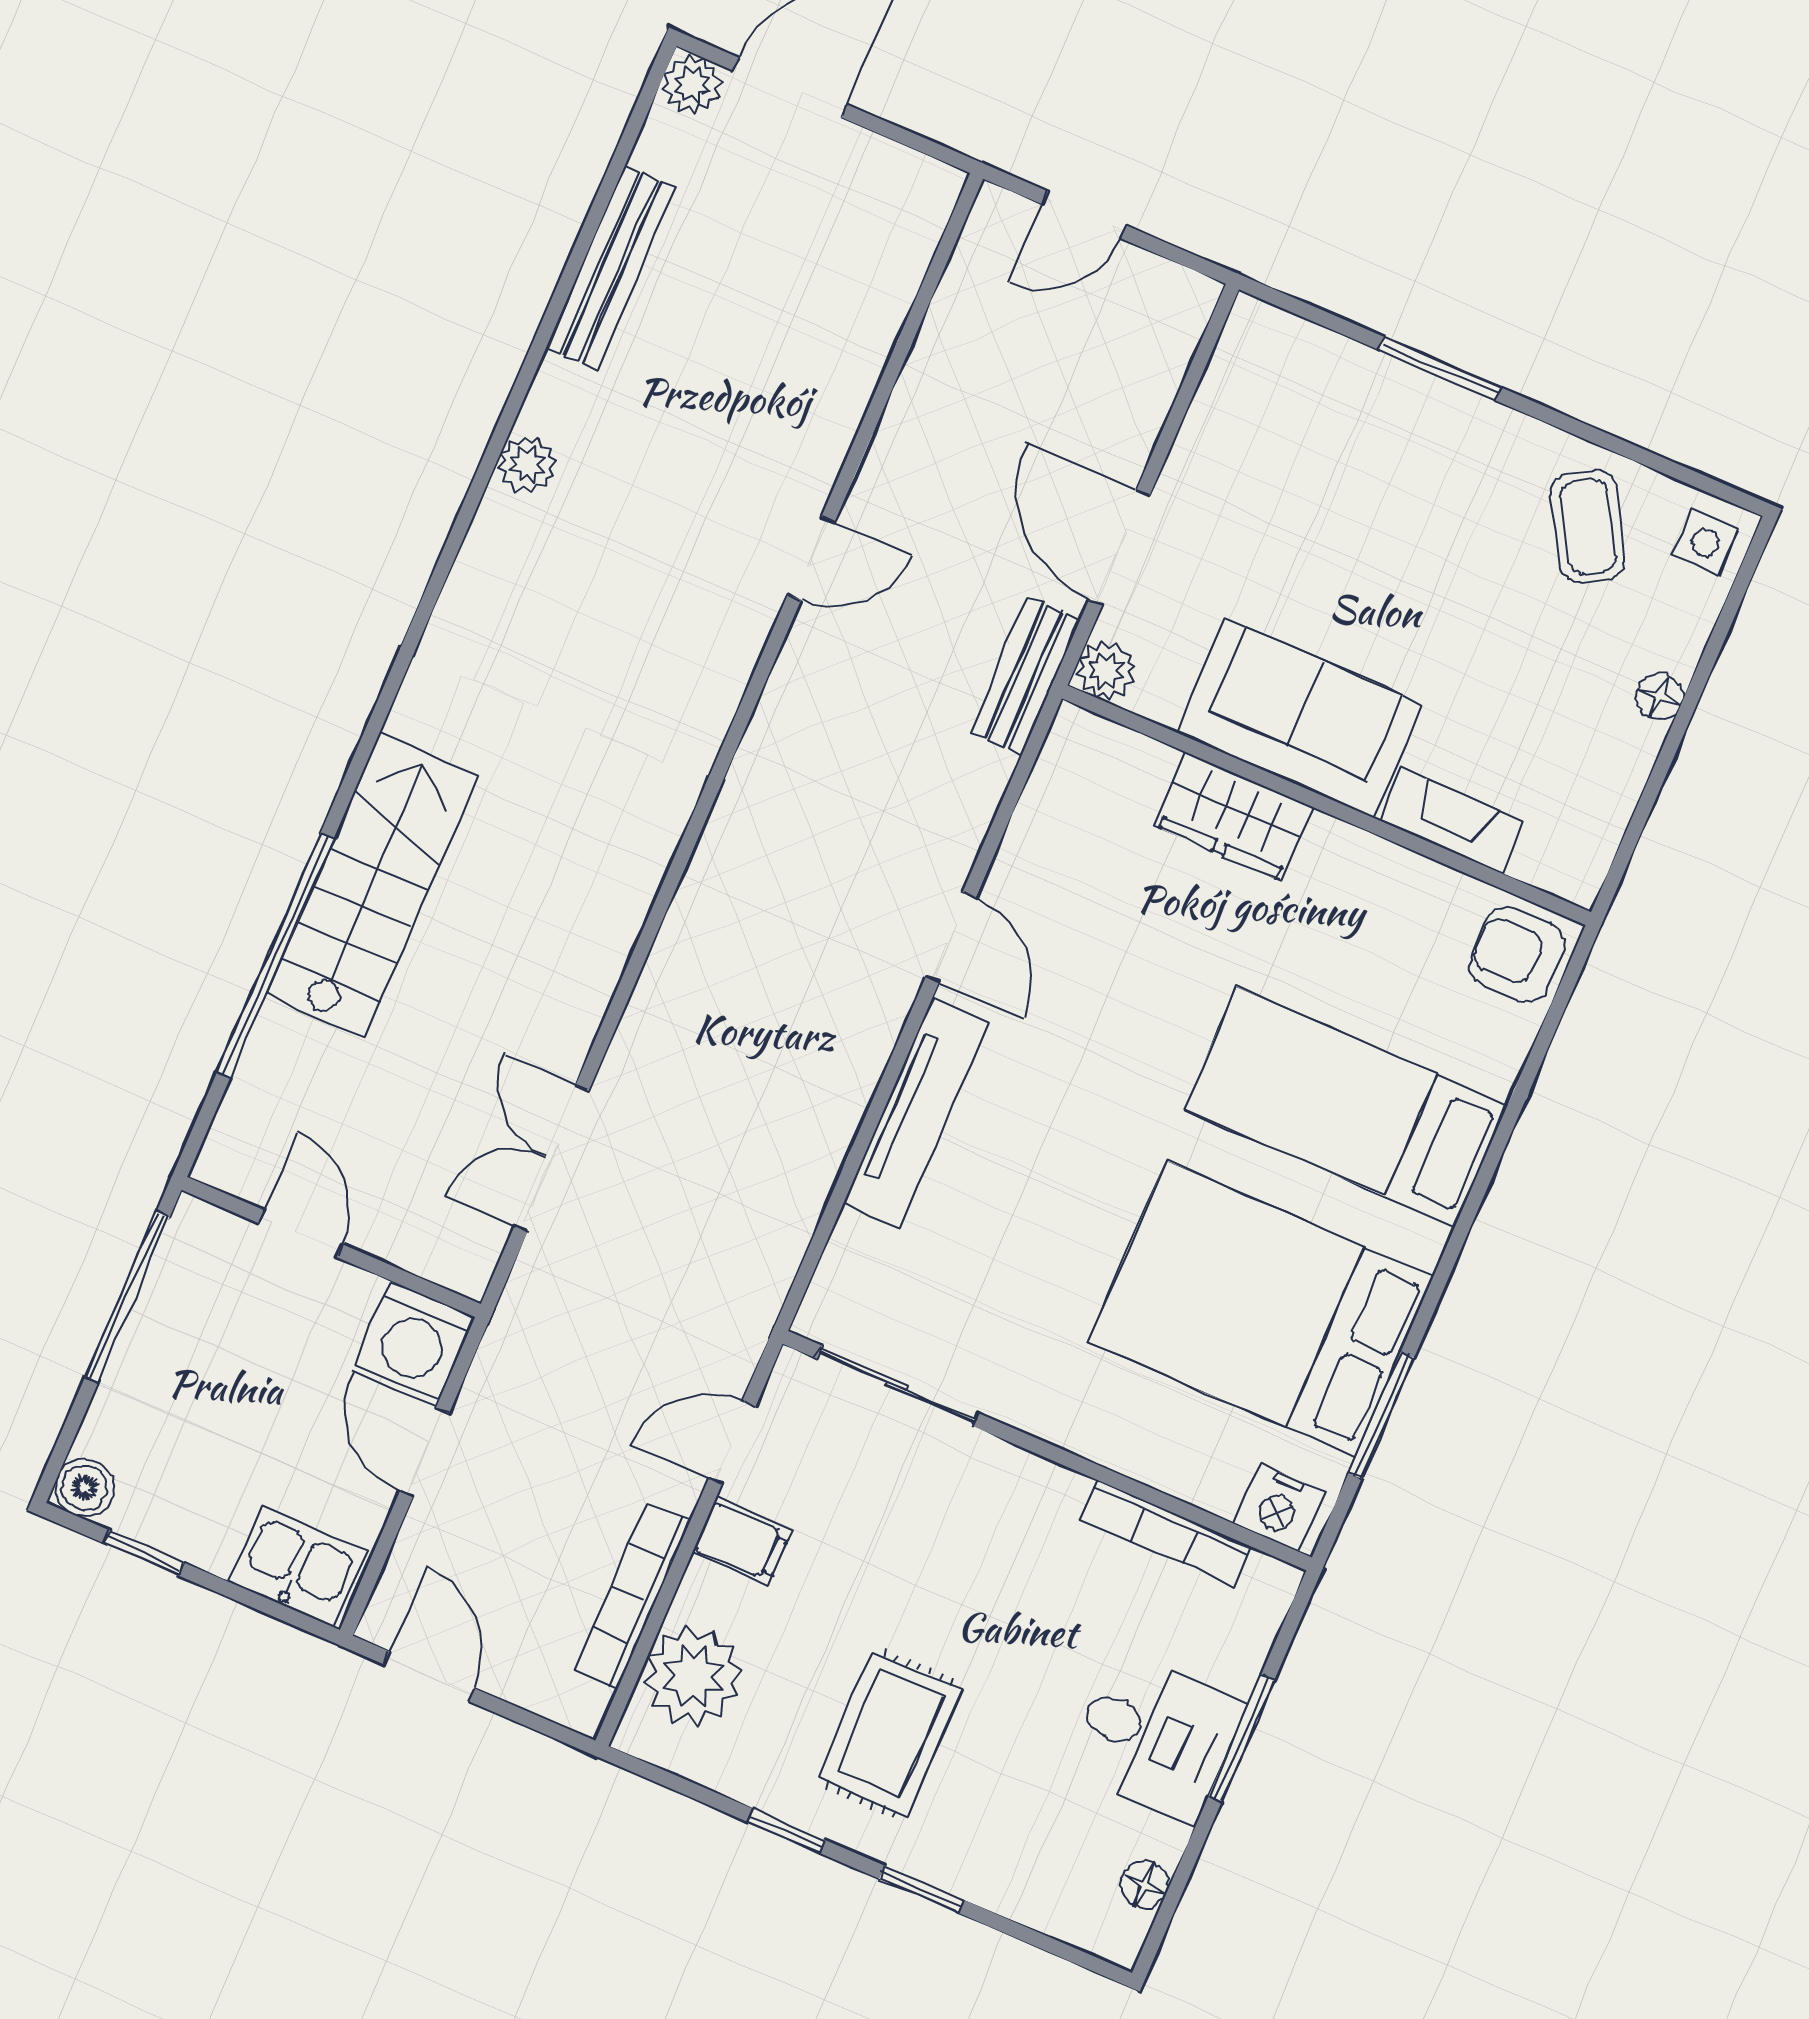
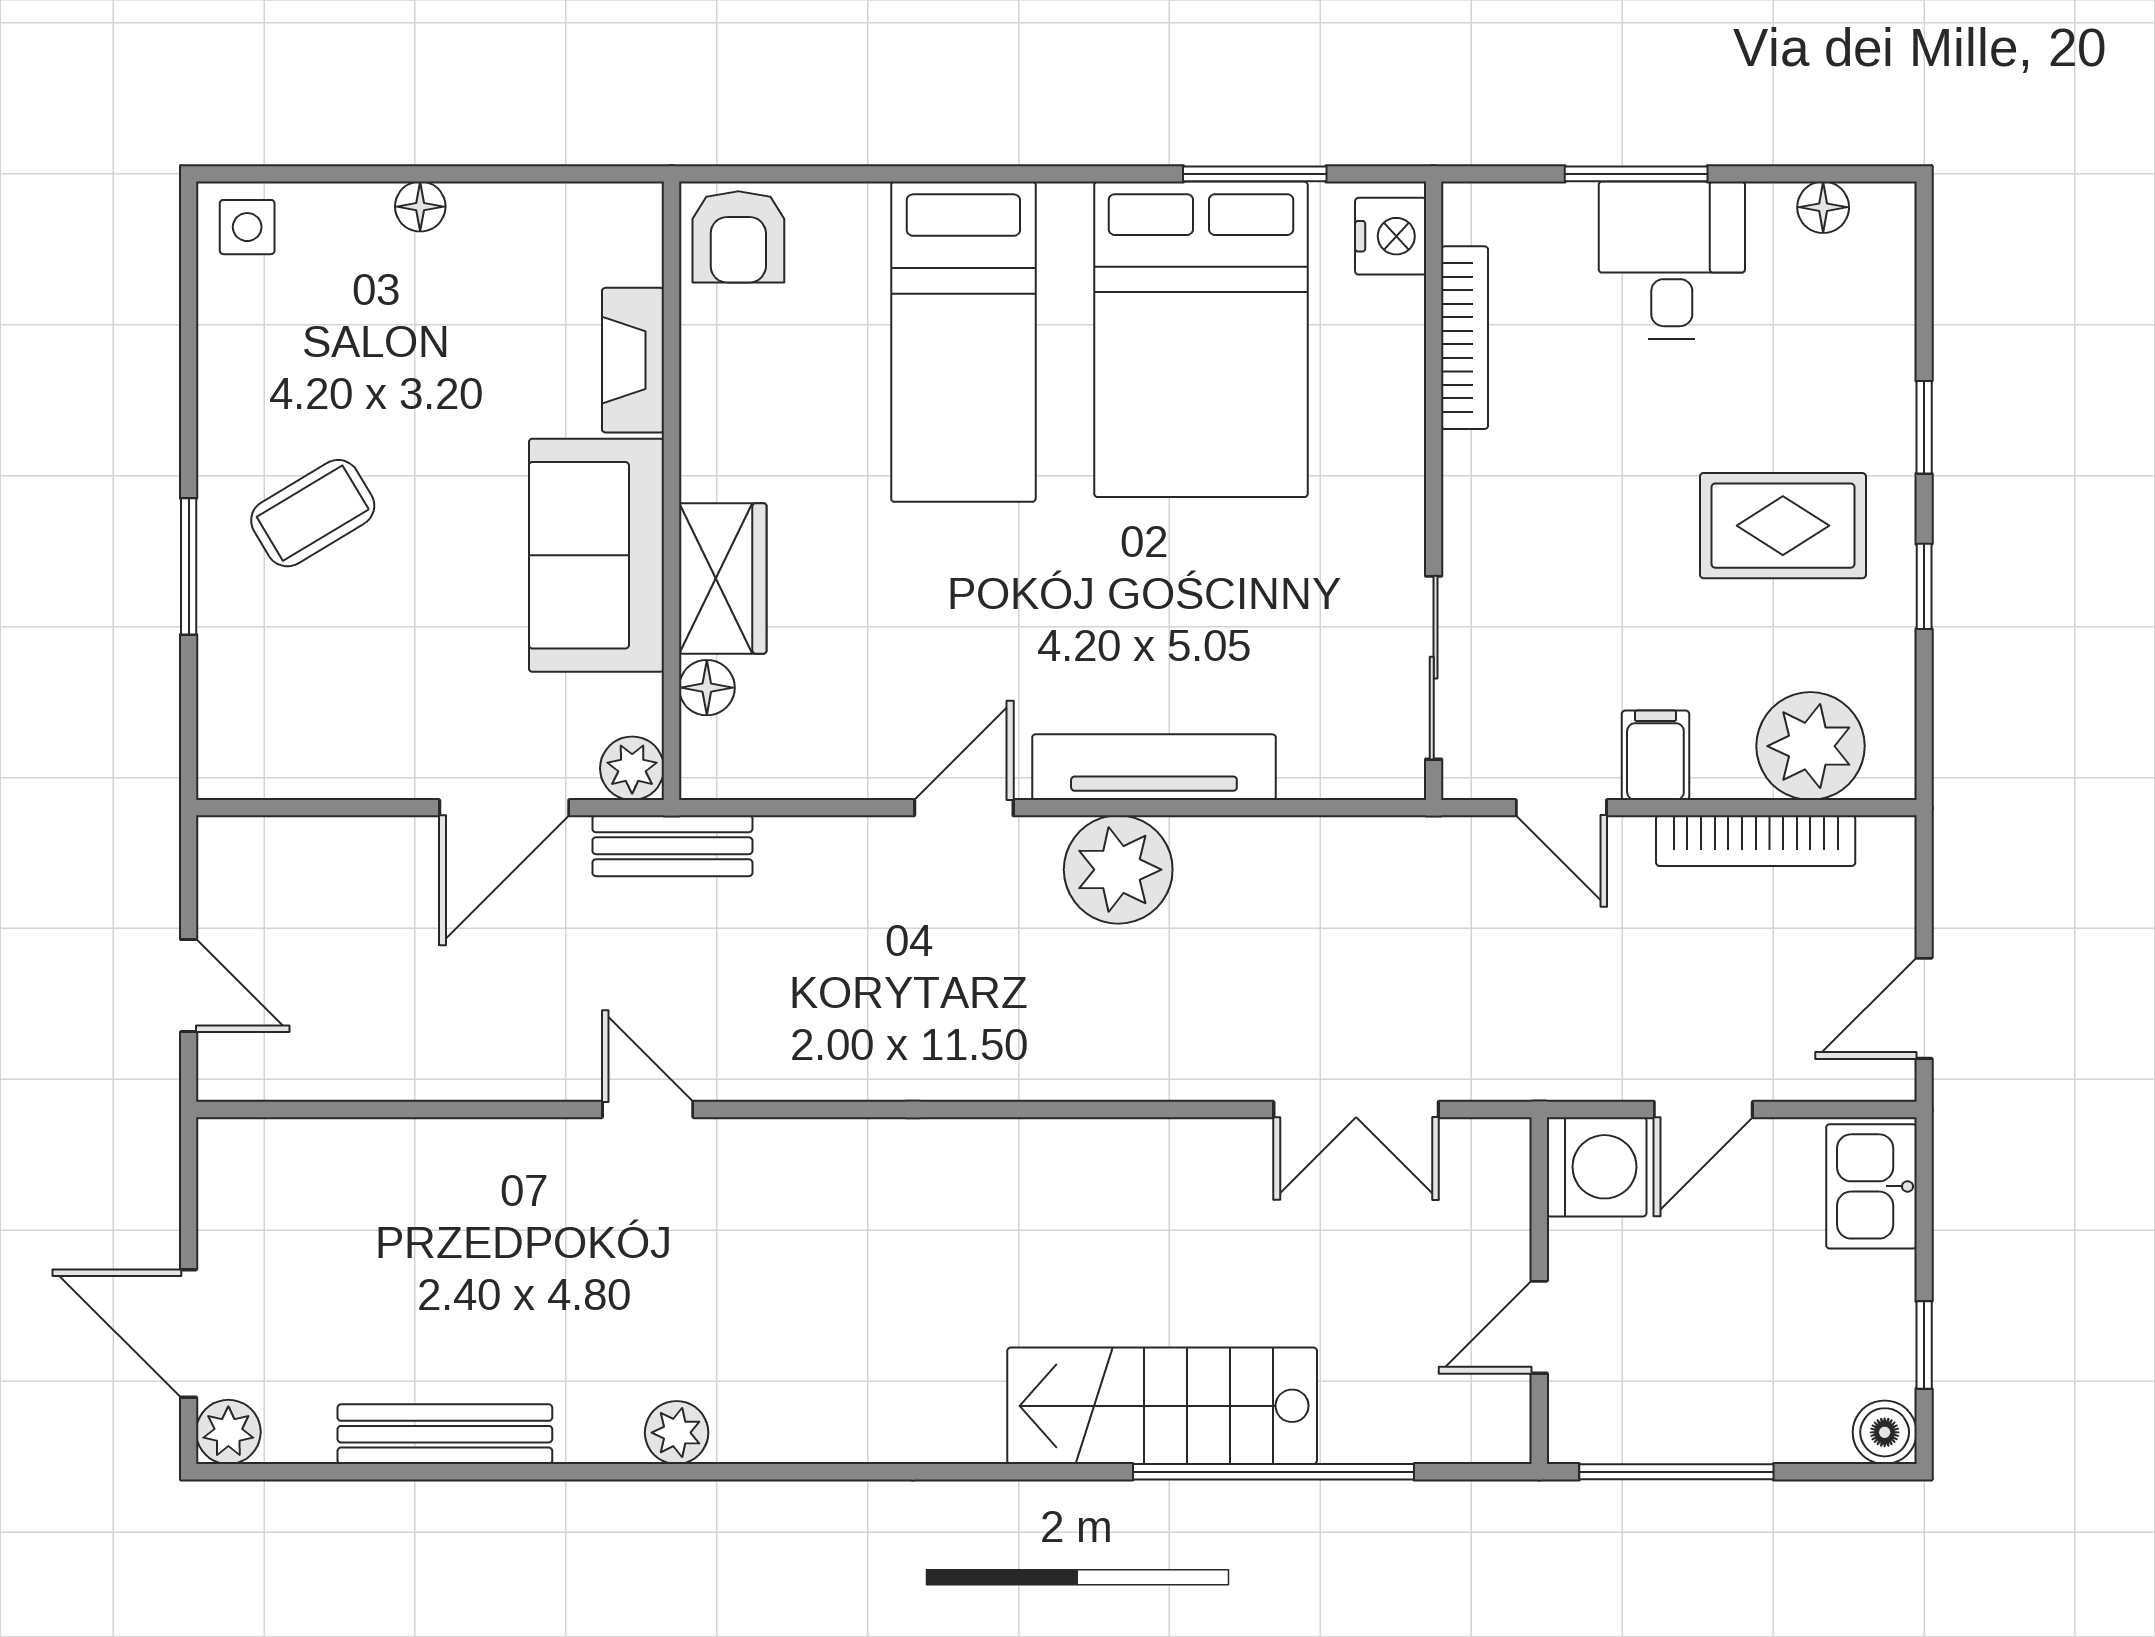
coffee table: (1588, 526) -> (313, 513), moved
floor lamp: (1147, 763) -> (707, 688), added
plant: (842, 1045) -> (1118, 870), added

